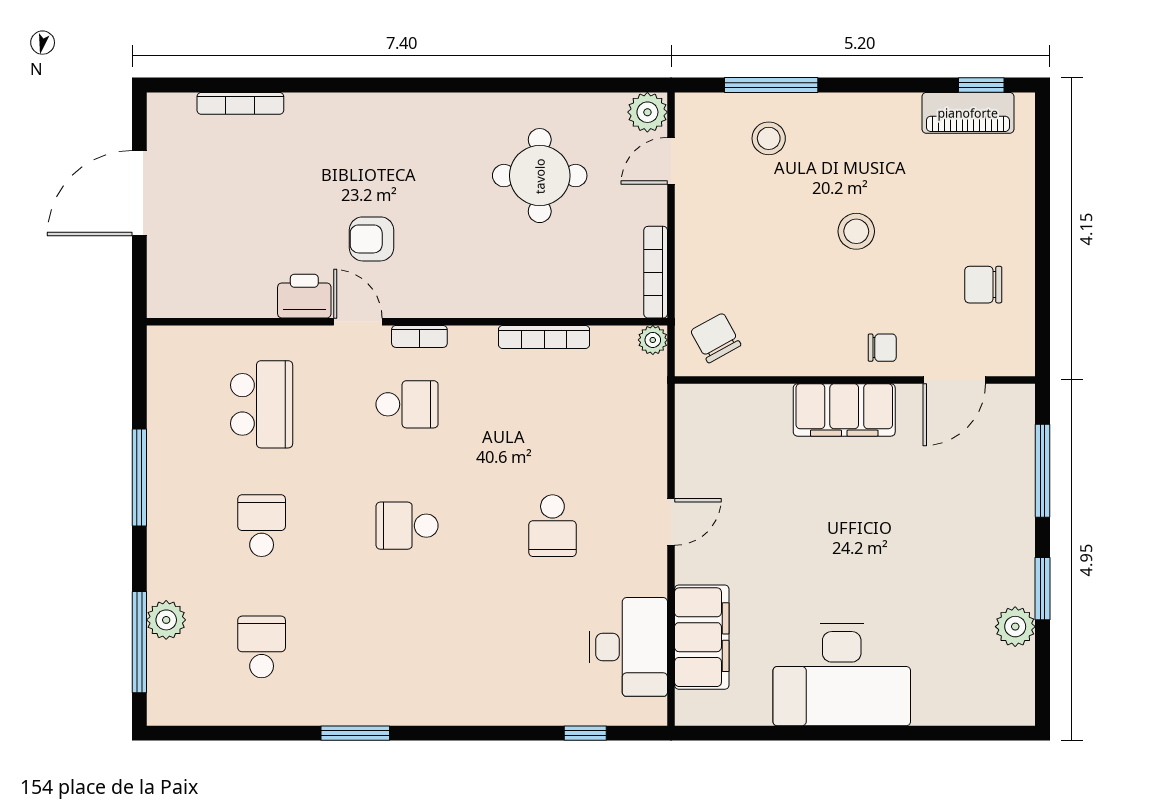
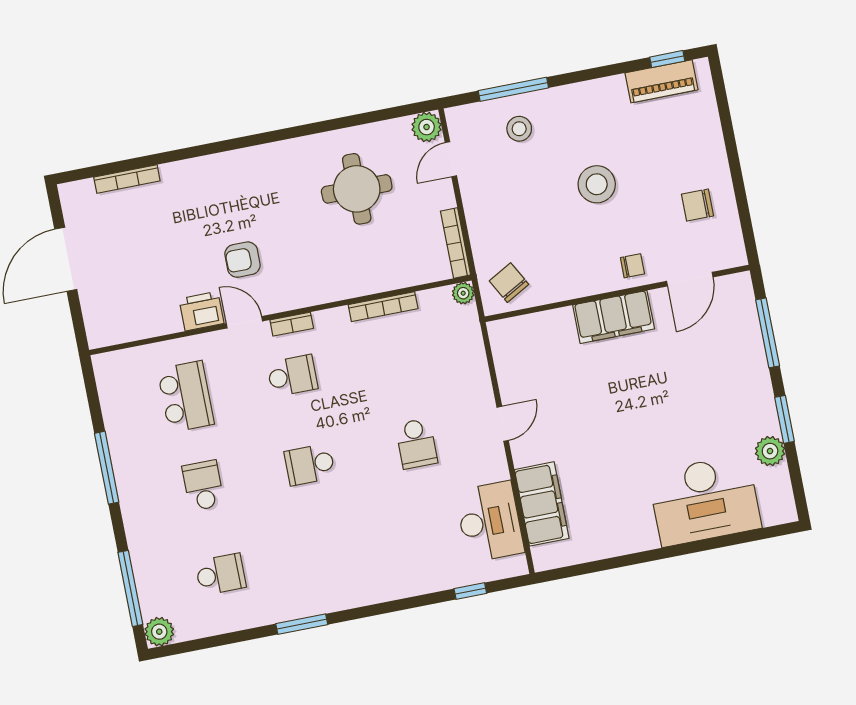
stool: (856, 231) -> (597, 184), width x1.38, depth x1.38
plant: (166, 620) -> (159, 632), moved
school desk: (262, 647) -> (221, 574), turned 90
desk: (842, 675) -> (705, 500), moved

